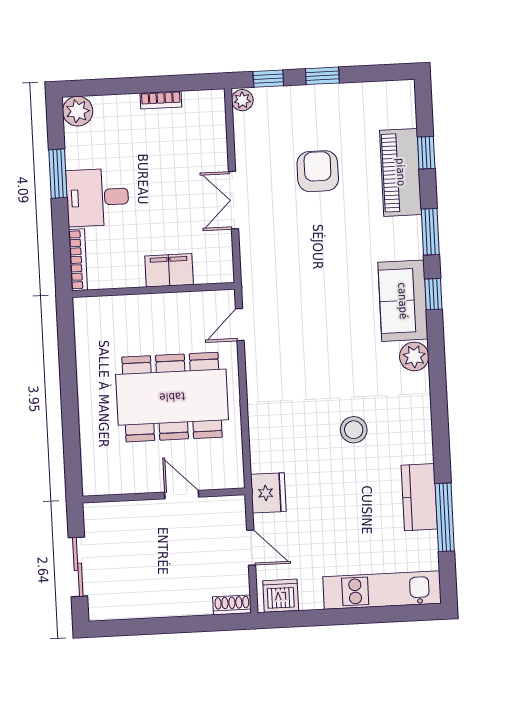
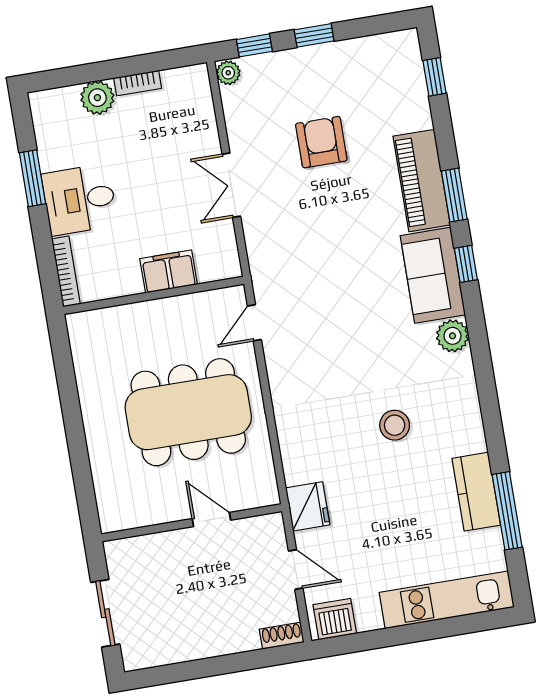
plant: (78, 111) -> (97, 98), moved
window: (426, 153) -> (434, 77), moved
piano: (401, 172) -> (422, 181), moved

